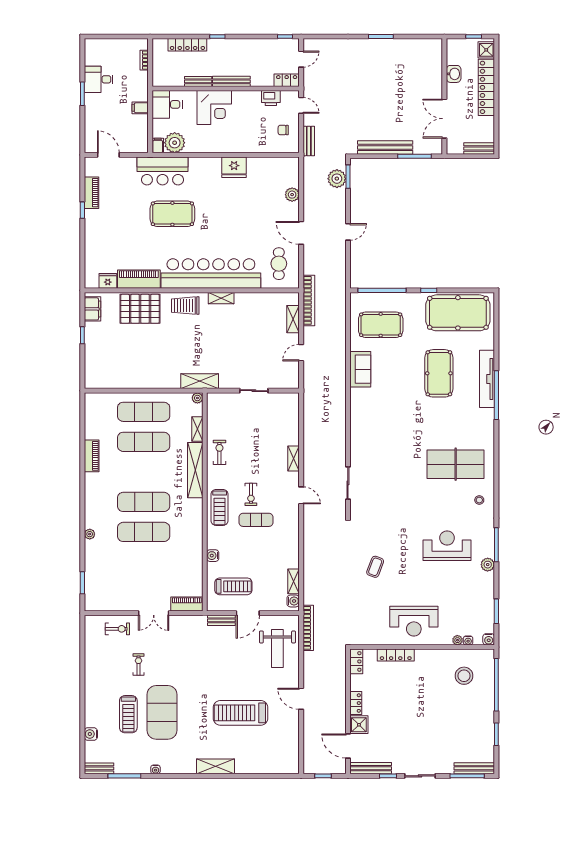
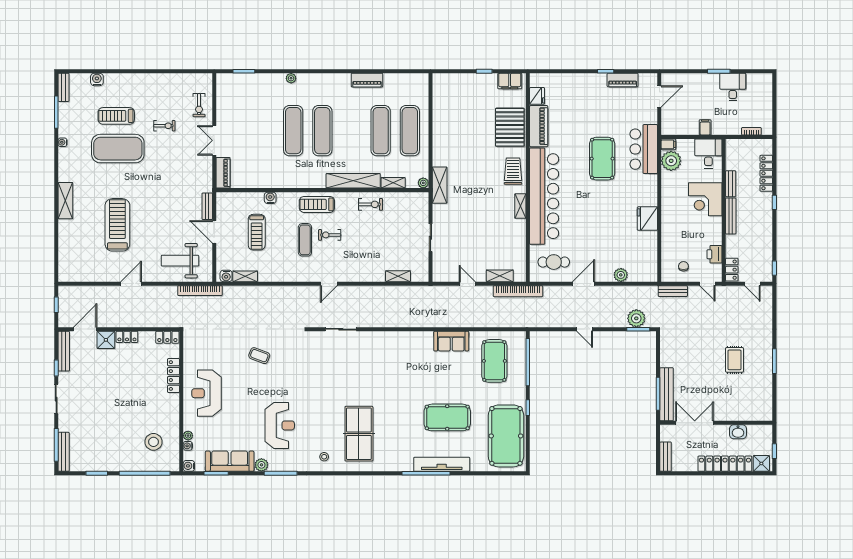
rug: (380, 77) -> (735, 360), added
door: (301, 105) -> (707, 284), hinge flipped
bench: (385, 147) -> (667, 394), moved
shelving: (293, 459) -> (398, 276), moved
treadmill: (233, 586) -> (257, 232), moved
sofa: (484, 597) -> (230, 461), added

